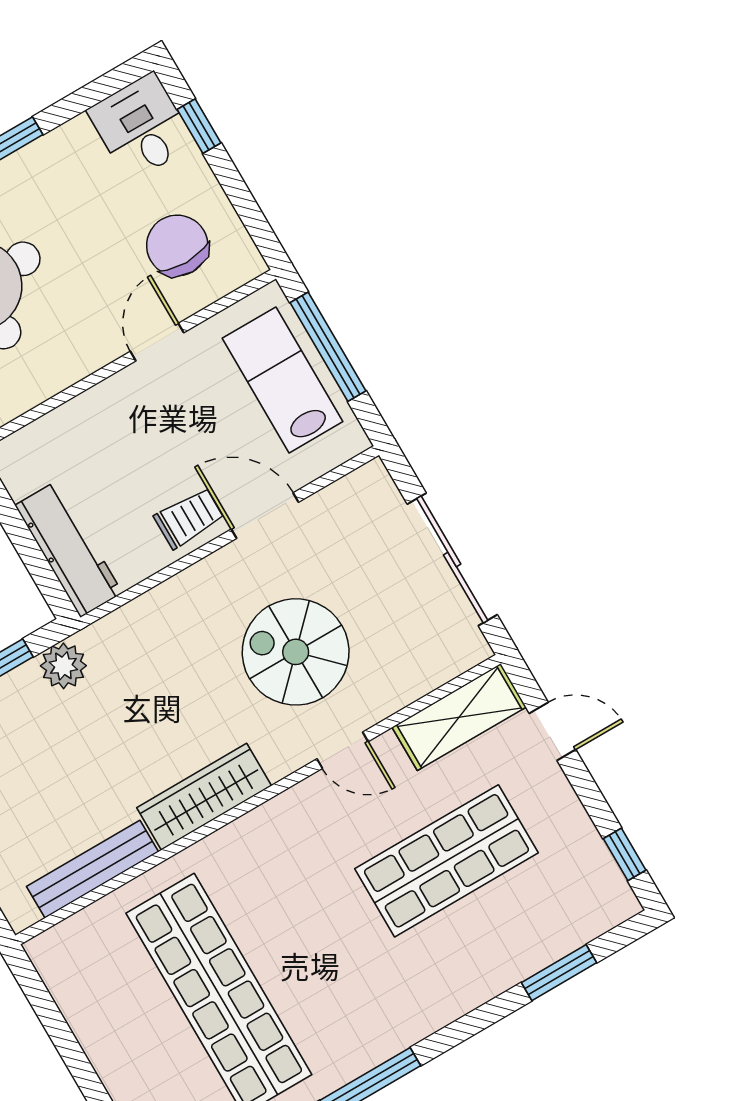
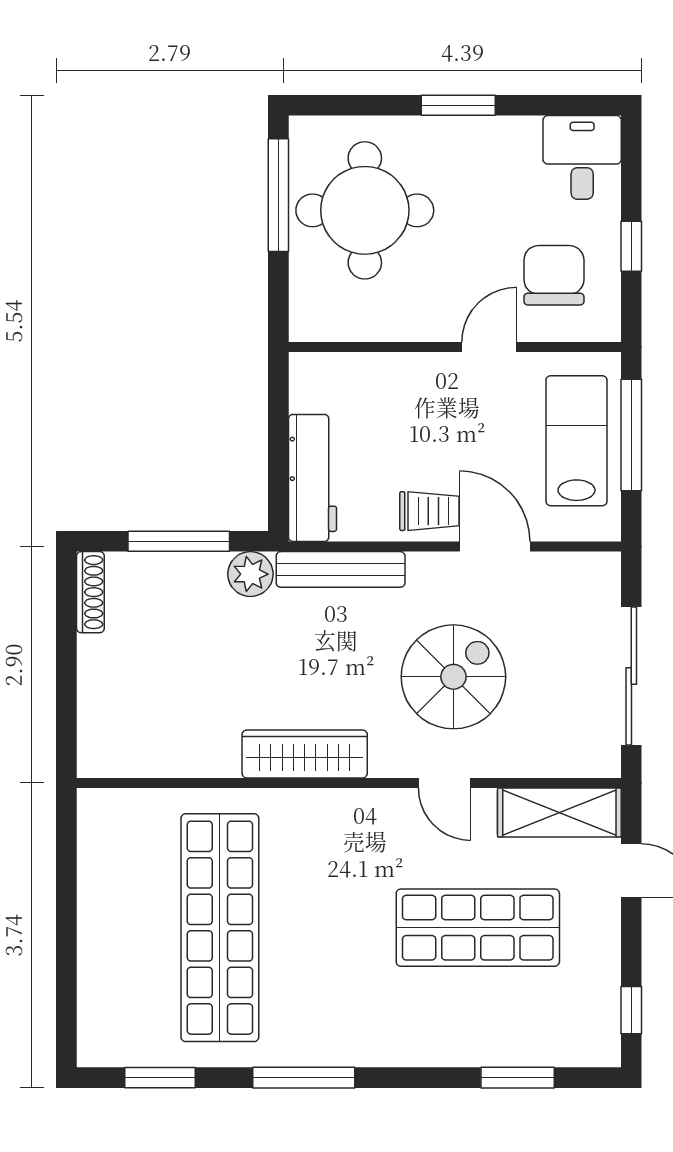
window: (199, 126) -> (631, 246), moved
spiral stairs: (296, 652) -> (453, 677), turned 90
bench: (92, 869) -> (341, 569), moved

